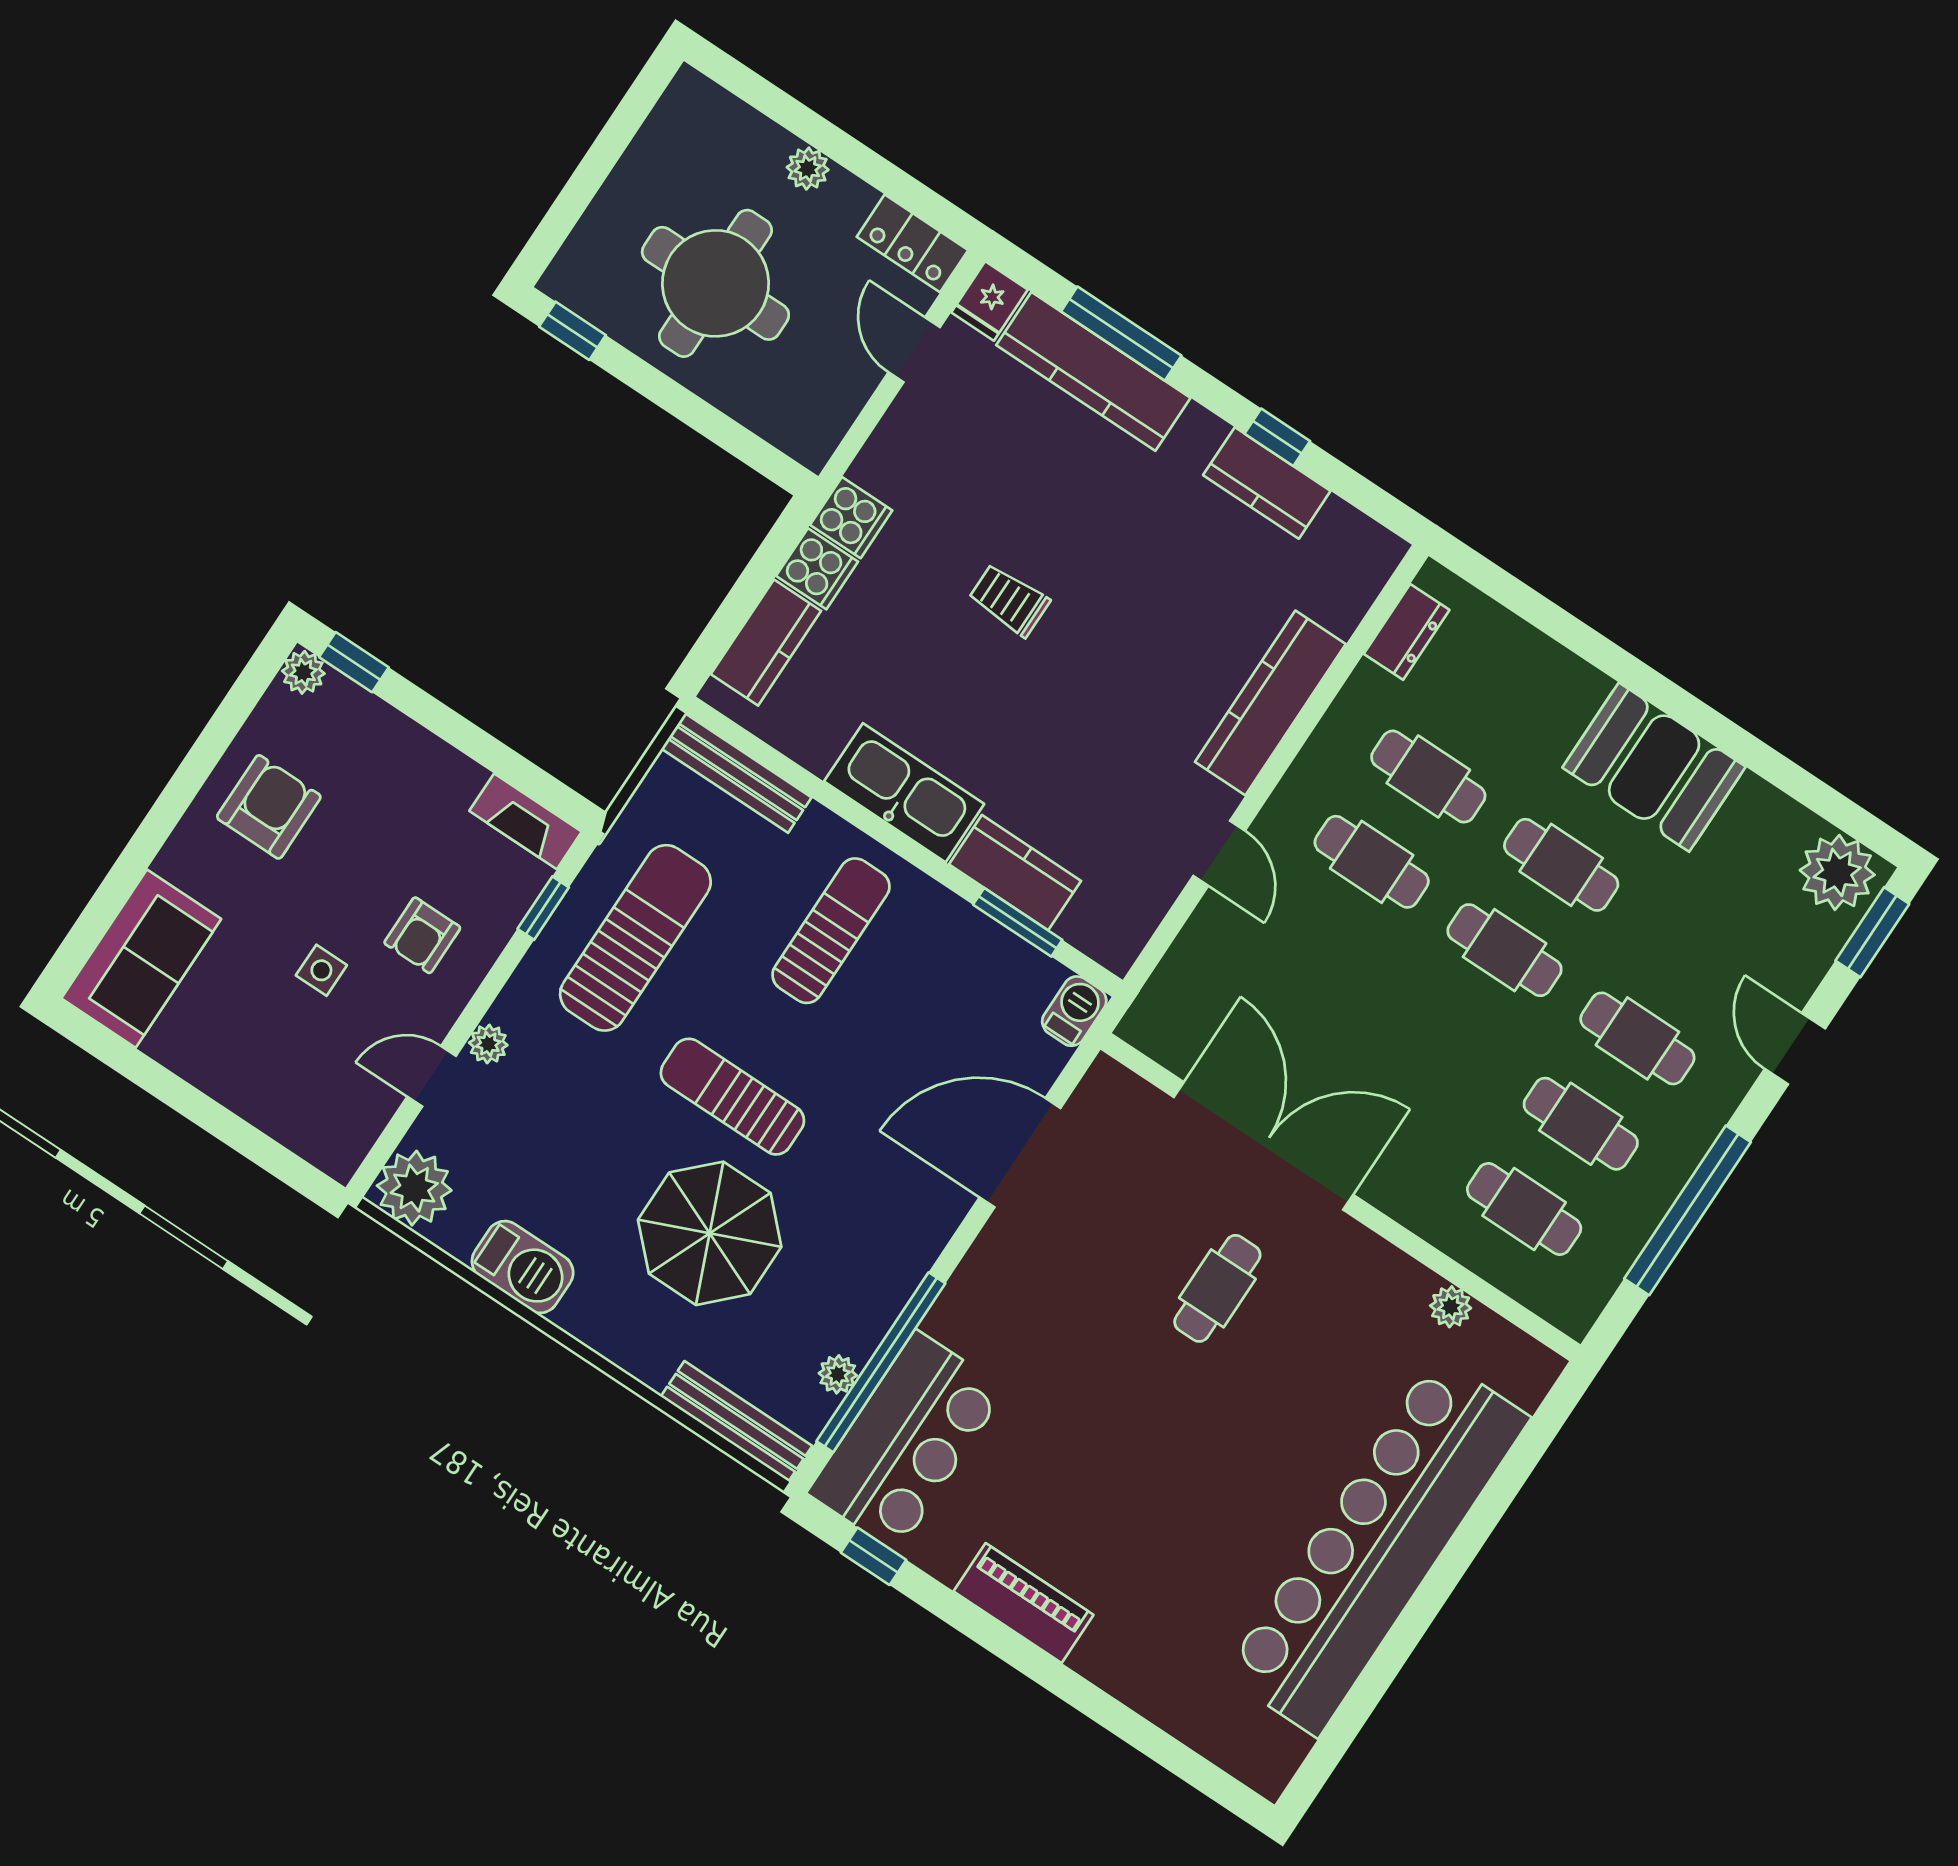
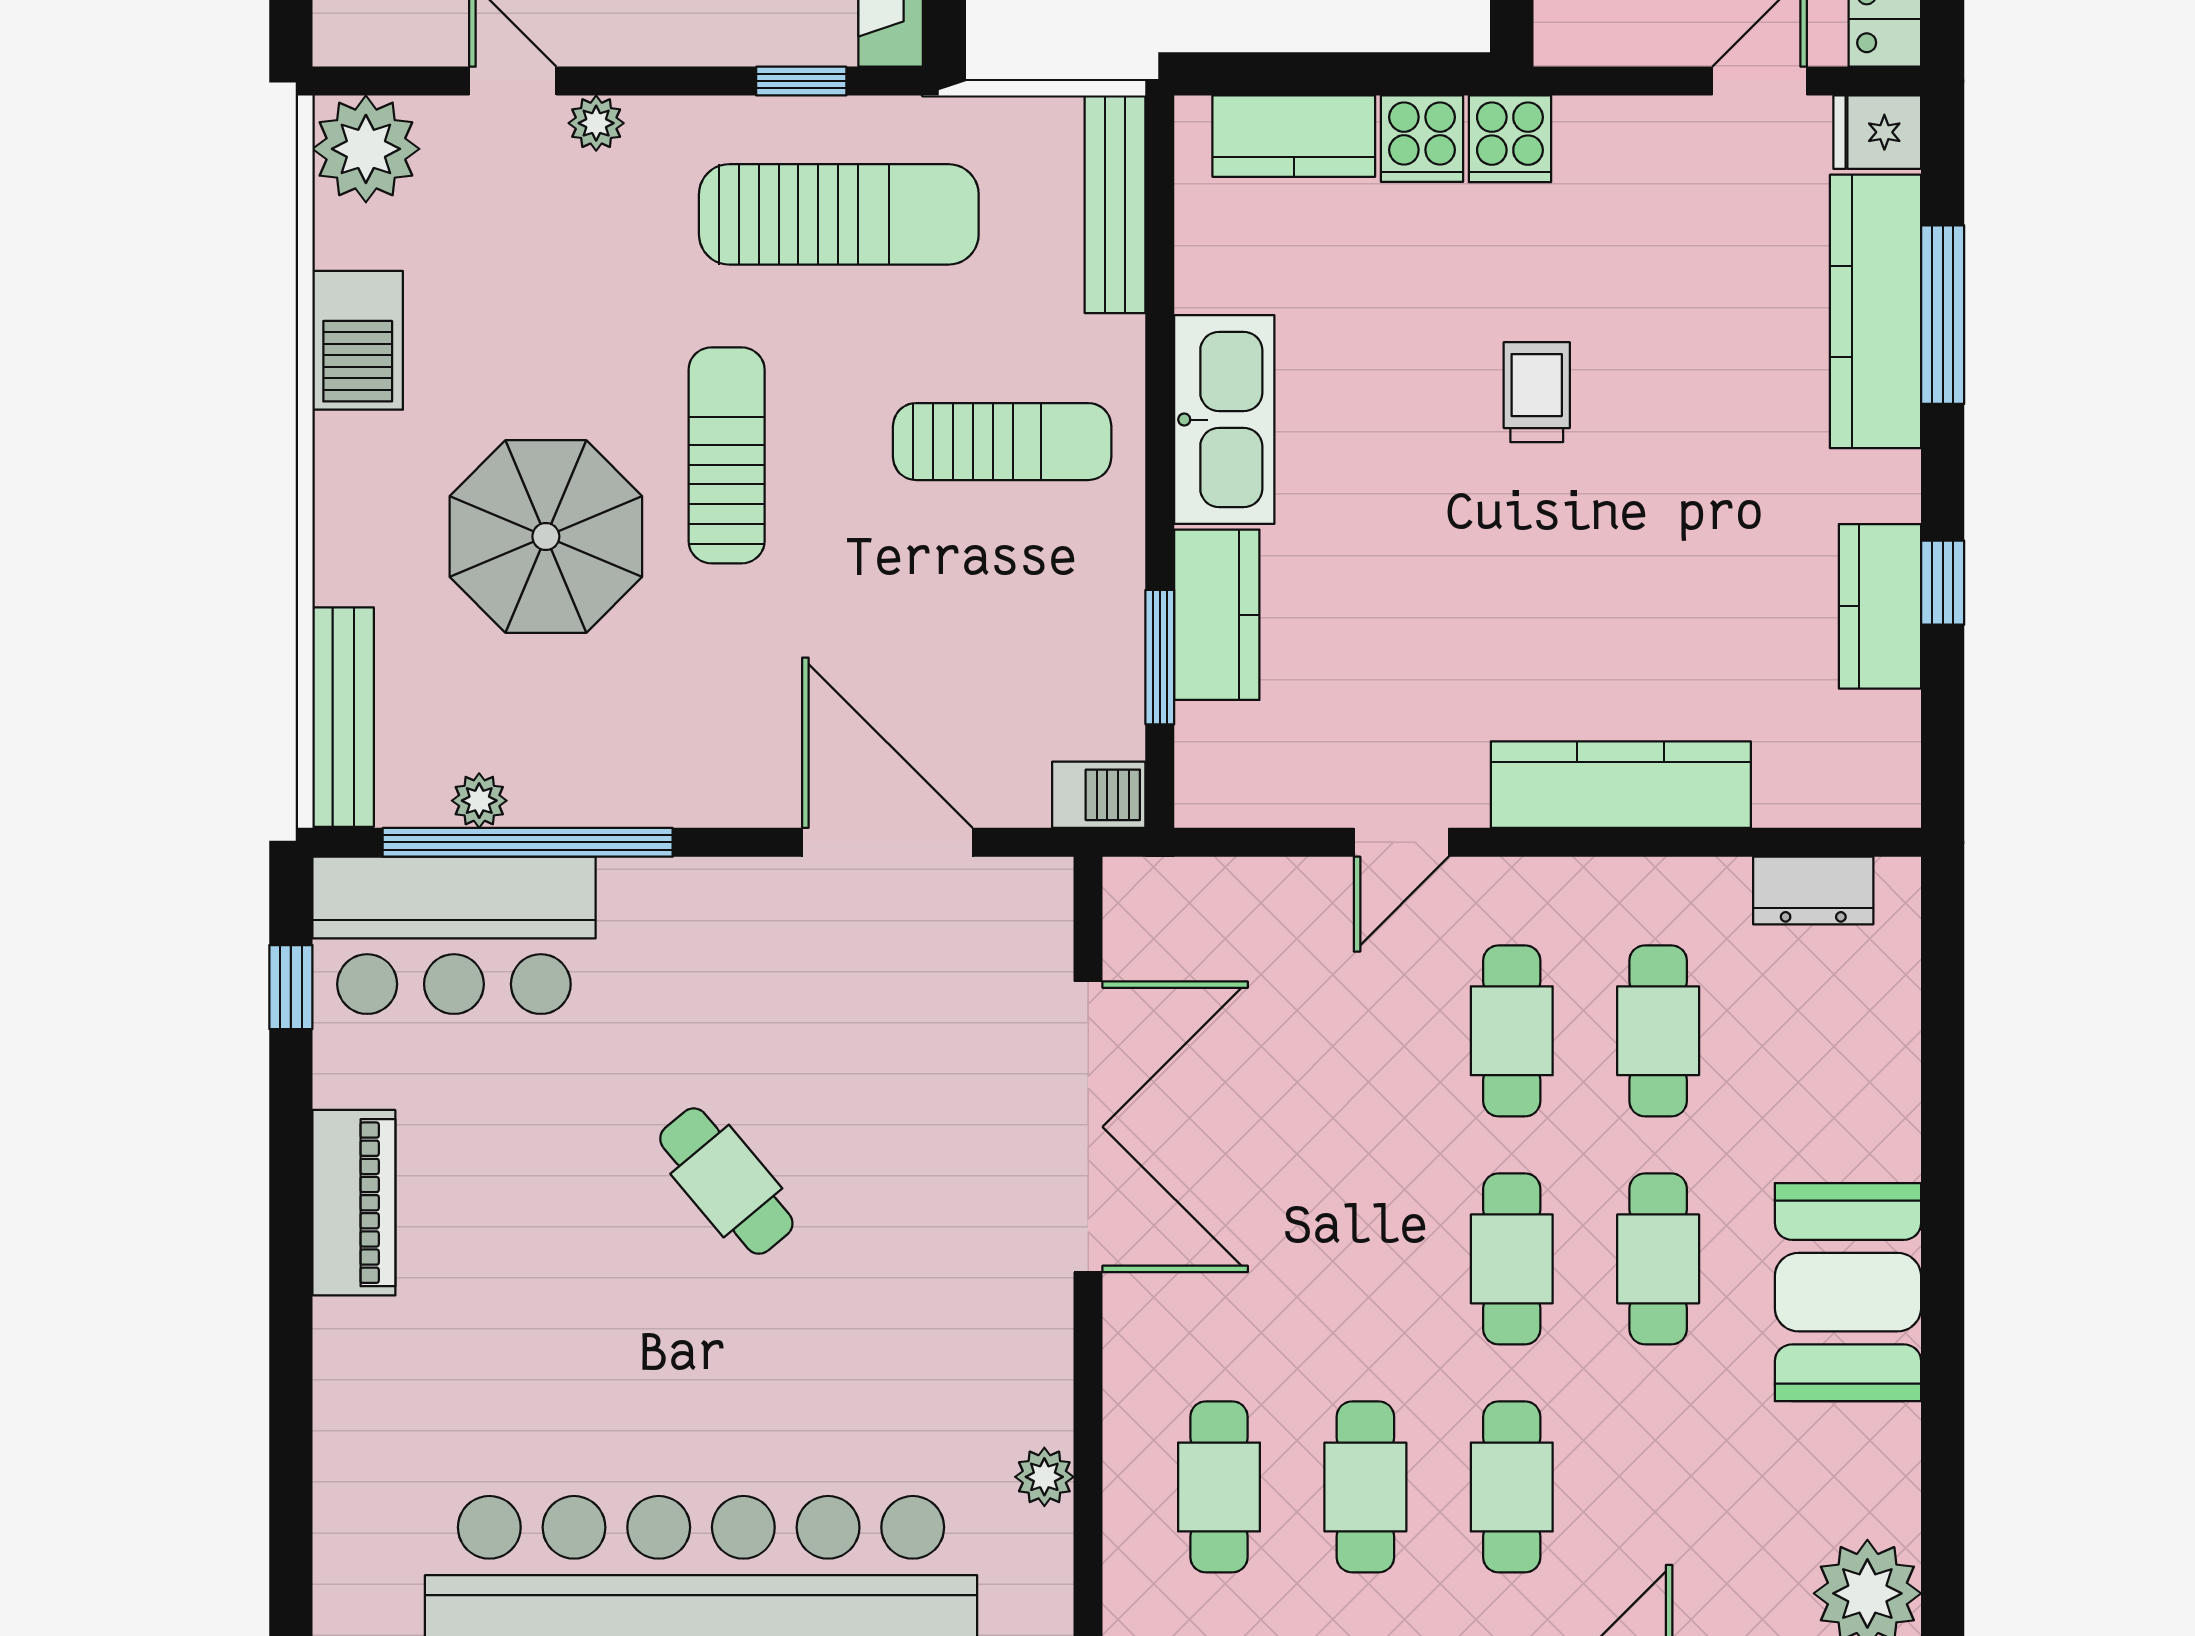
cafe table: (1217, 1288) -> (726, 1181), moved, turned 50

